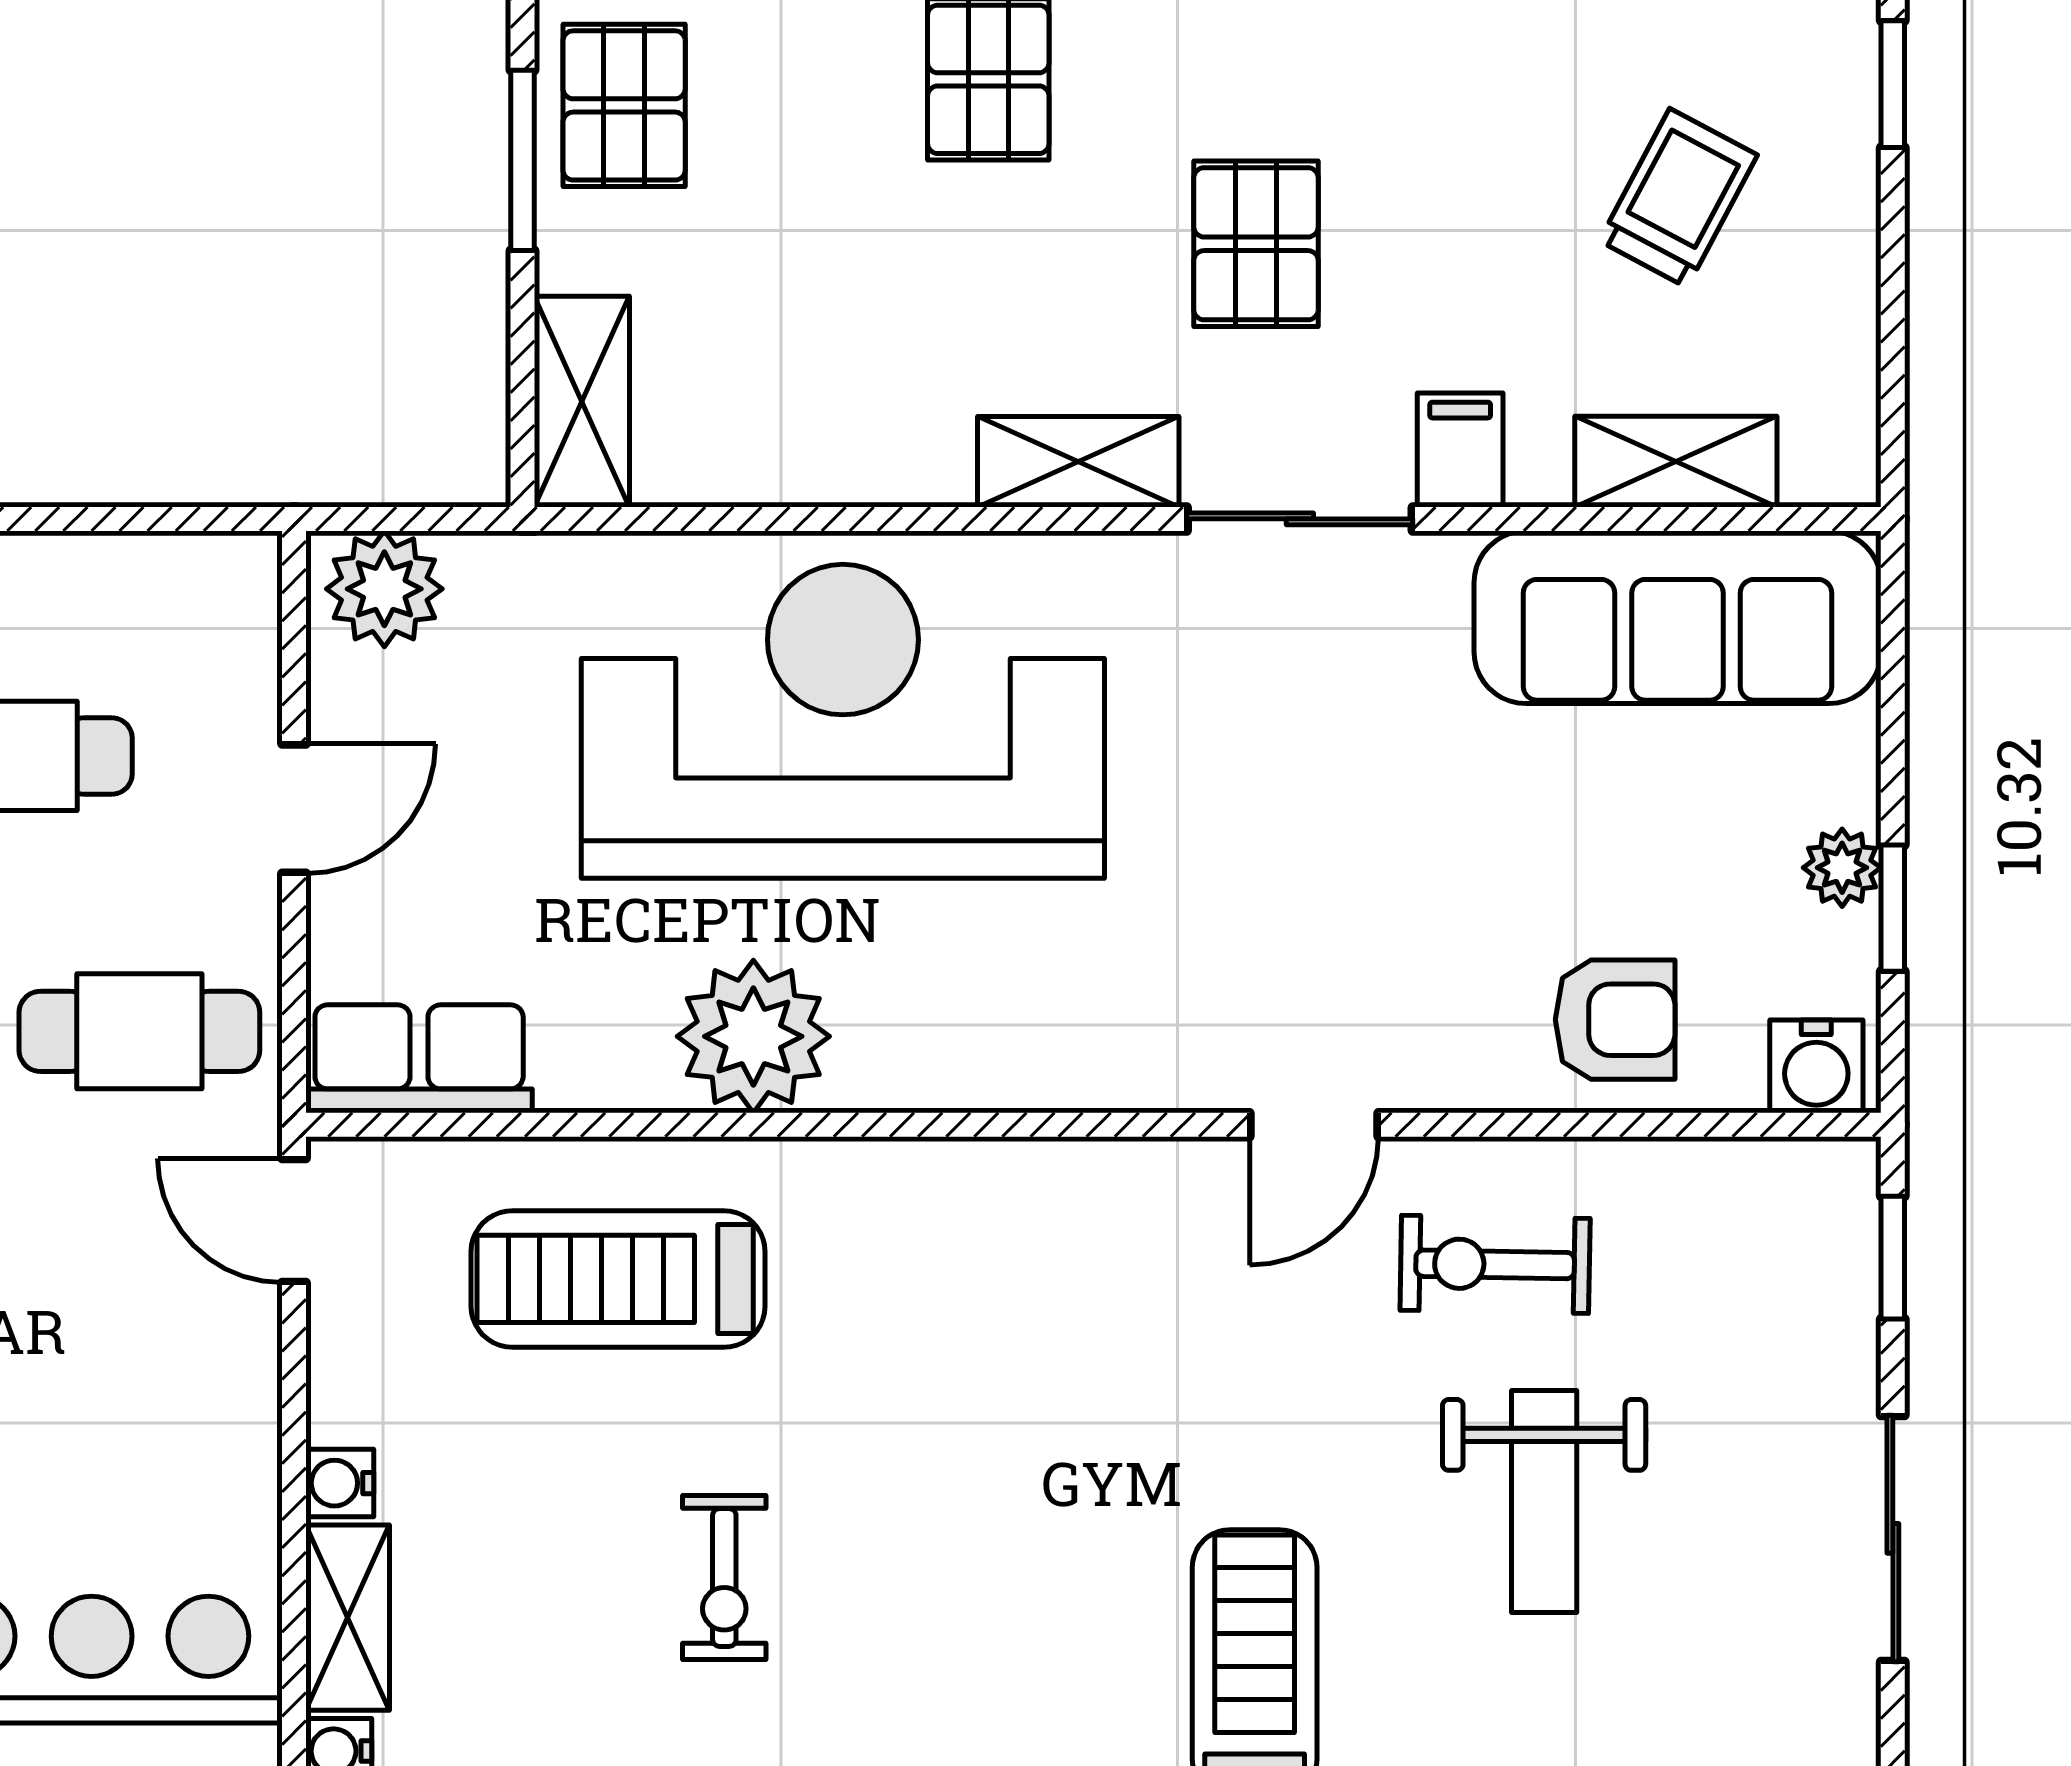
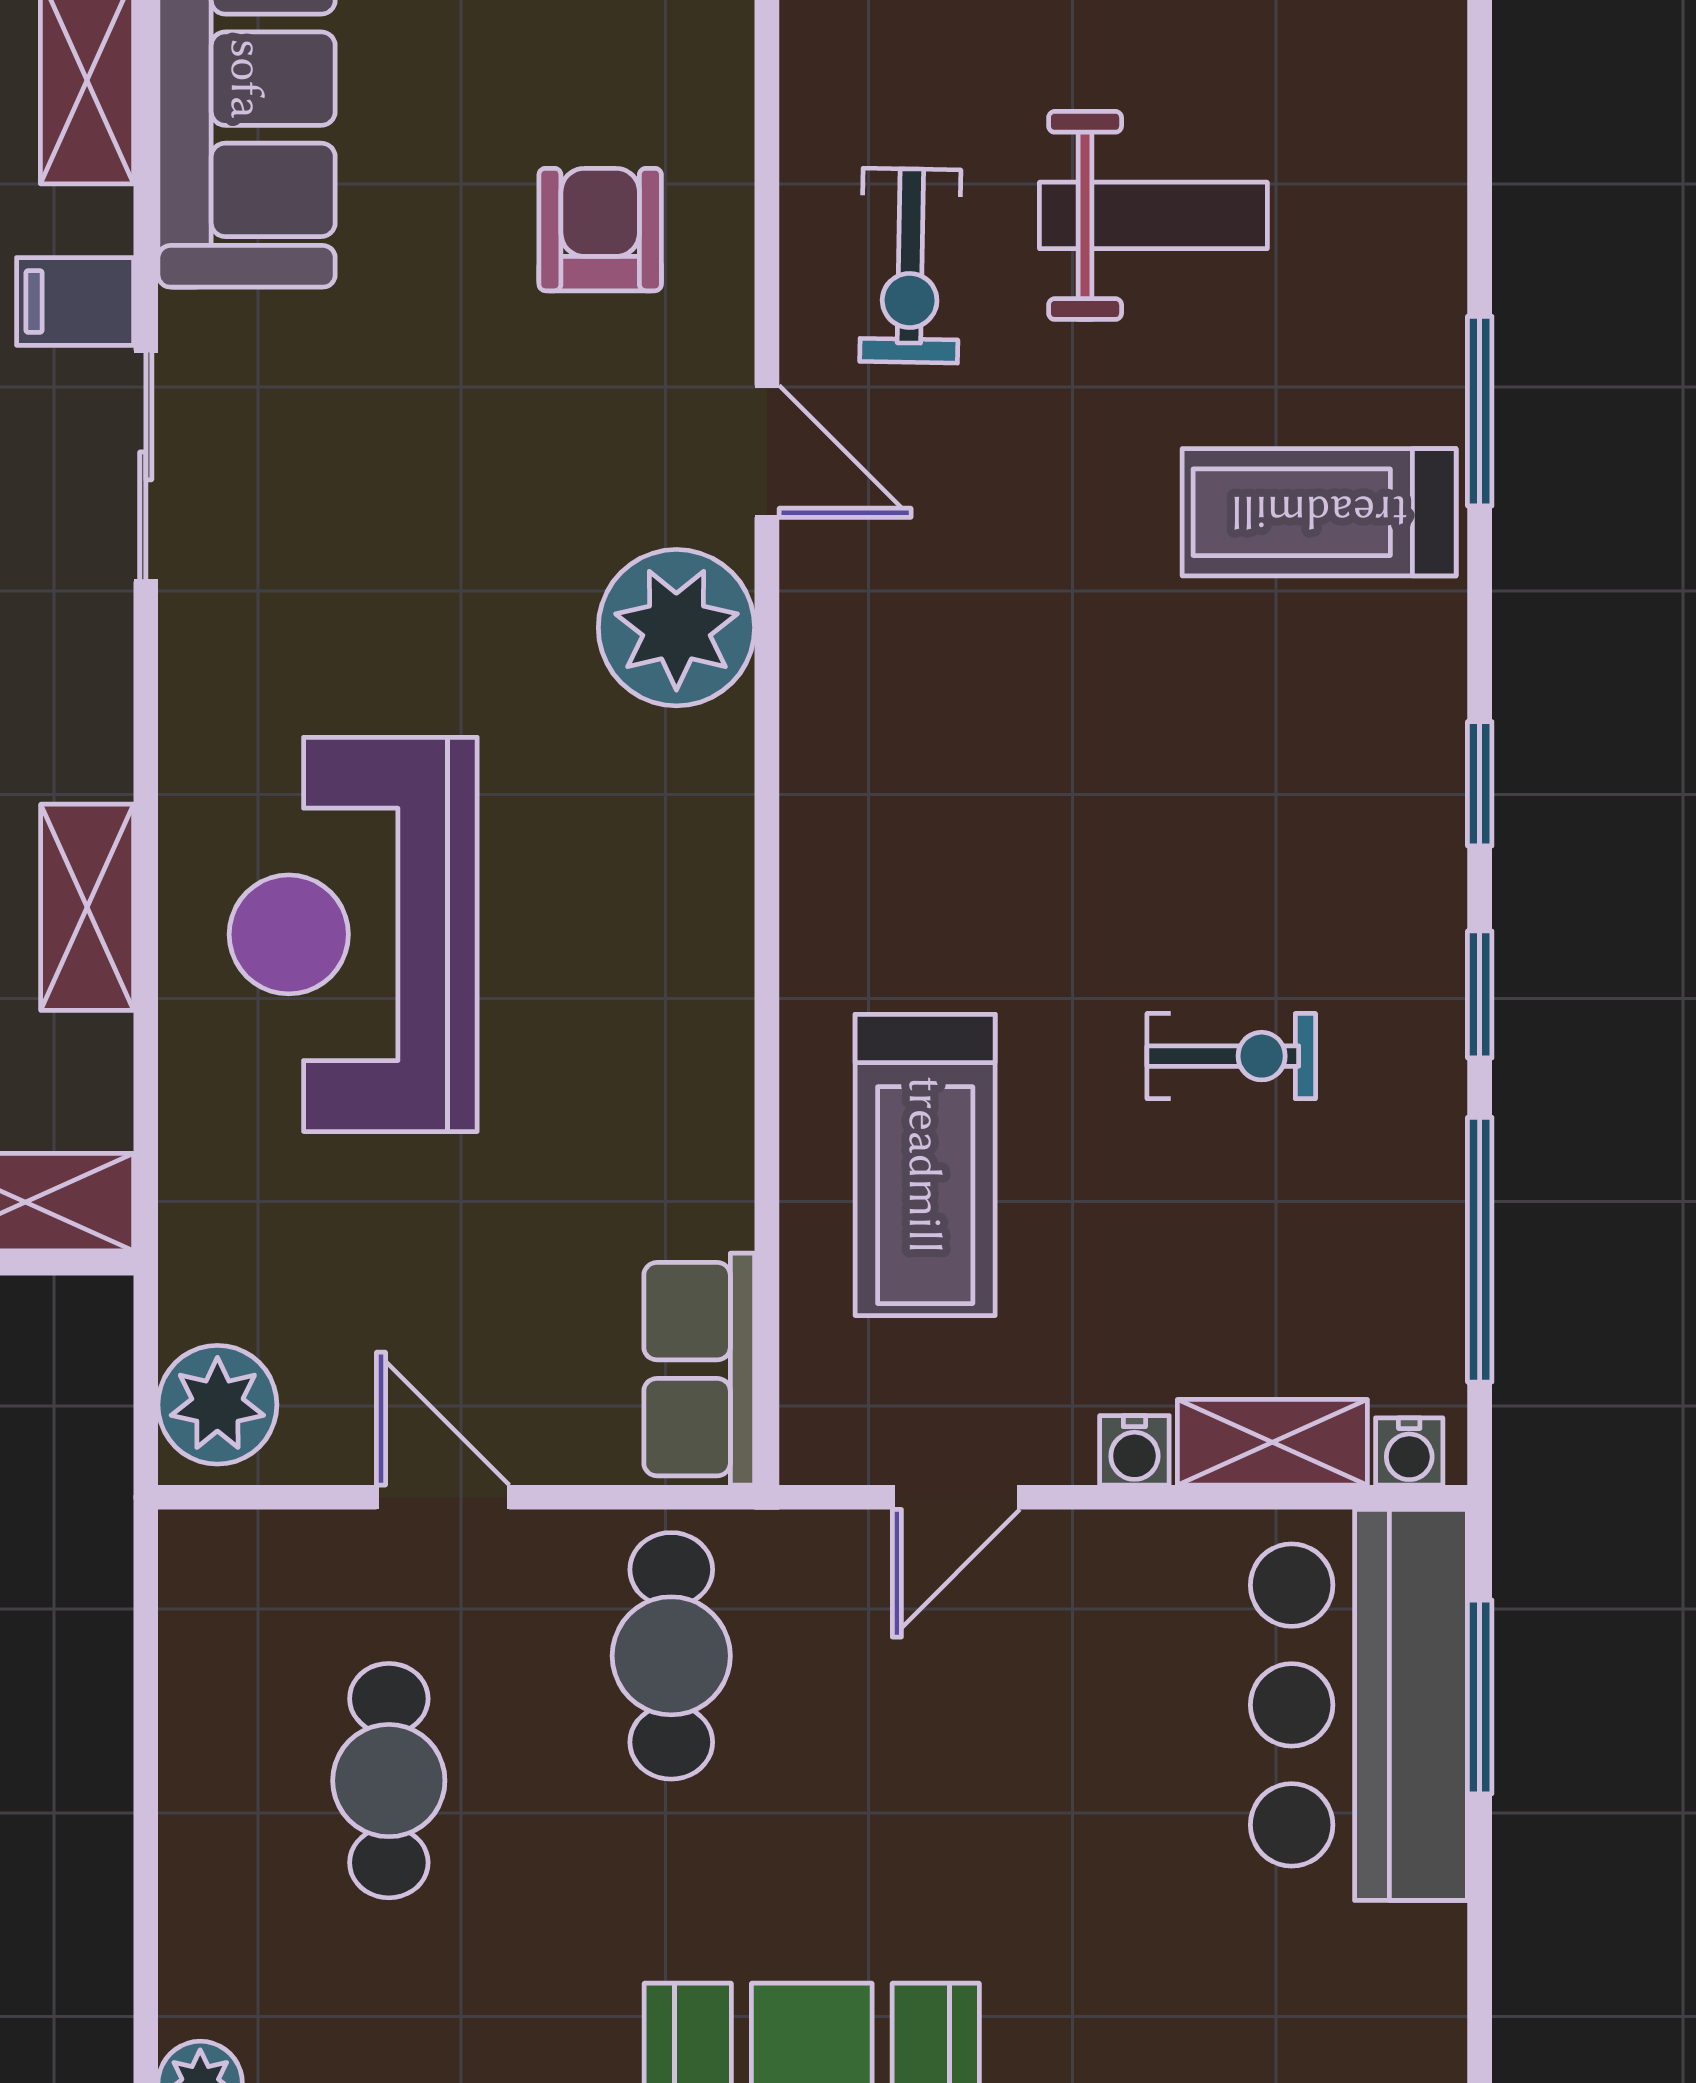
shelving: (1078, 462) -> (87, 907), moved
reception desk: (843, 721) -> (353, 934), width x0.74, depth x0.77
armchair: (1615, 1020) -> (600, 230), moved
plant: (753, 1036) -> (676, 628), moved
door: (294, 1220) -> (956, 1497), moved

